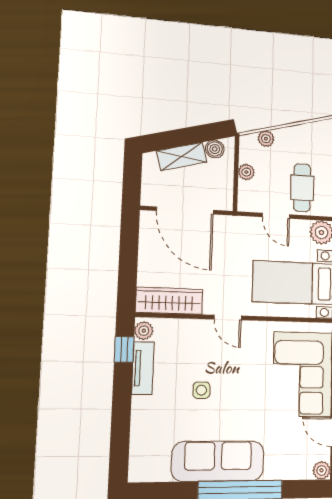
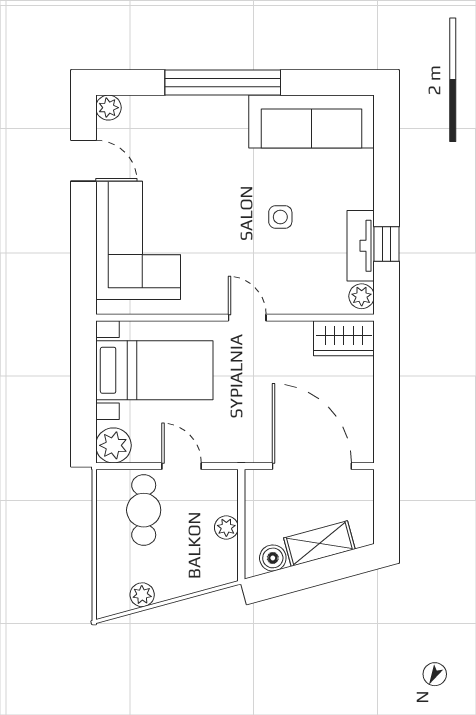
plant: (266, 139) -> (142, 595), moved
wardrobe: (169, 301) -> (344, 338), width x0.67
window: (124, 349) -> (387, 244), moved
sofa: (218, 461) -> (312, 122), moved

